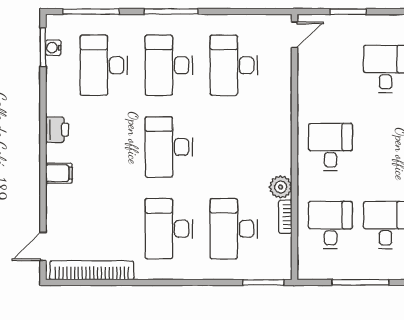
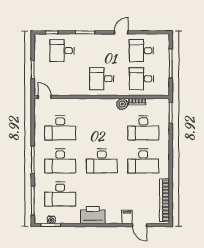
printer: (57, 130) -> (93, 215), width x1.87, depth x1.48
filing cabinet: (59, 173) -> (127, 217), moved
door: (43, 246) -> (140, 225), moved

